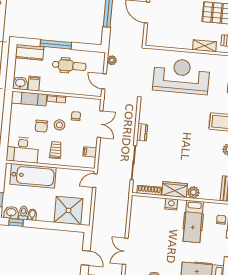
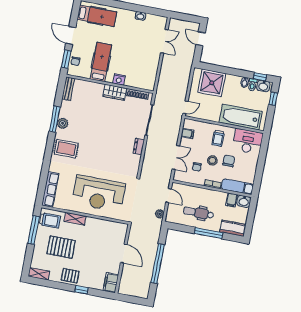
double door: (100, 124) -> (176, 157), swing flipped
plant: (193, 192) -> (98, 88), removed

